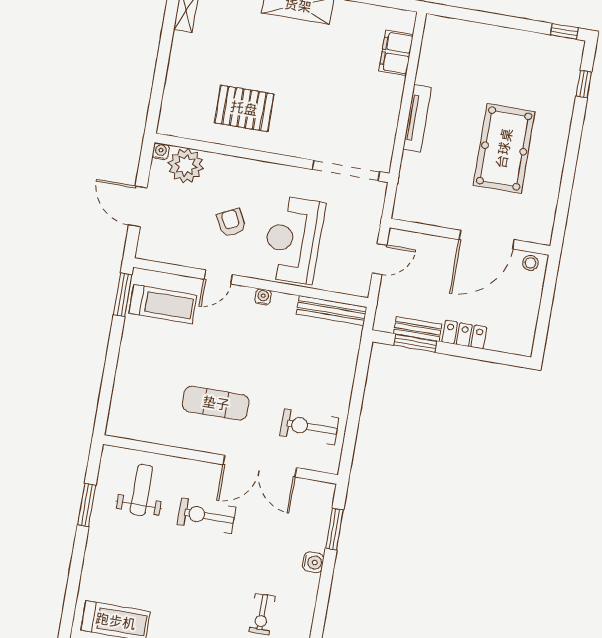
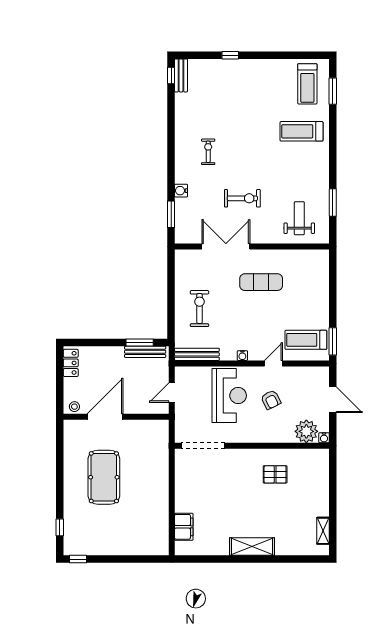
pallet: (244, 108) -> (275, 474), width x0.67, depth x0.71
tv unit: (417, 118) -> (163, 487), removed
bench: (418, 329) -> (145, 352), width x1.36
locker: (464, 335) -> (71, 363), moved, turned -90
exercise bike: (309, 427) -> (199, 309), moved, turned -90
weight bench: (141, 490) -> (299, 218), turned 180
exercise bike: (207, 516) -> (242, 198), moved

